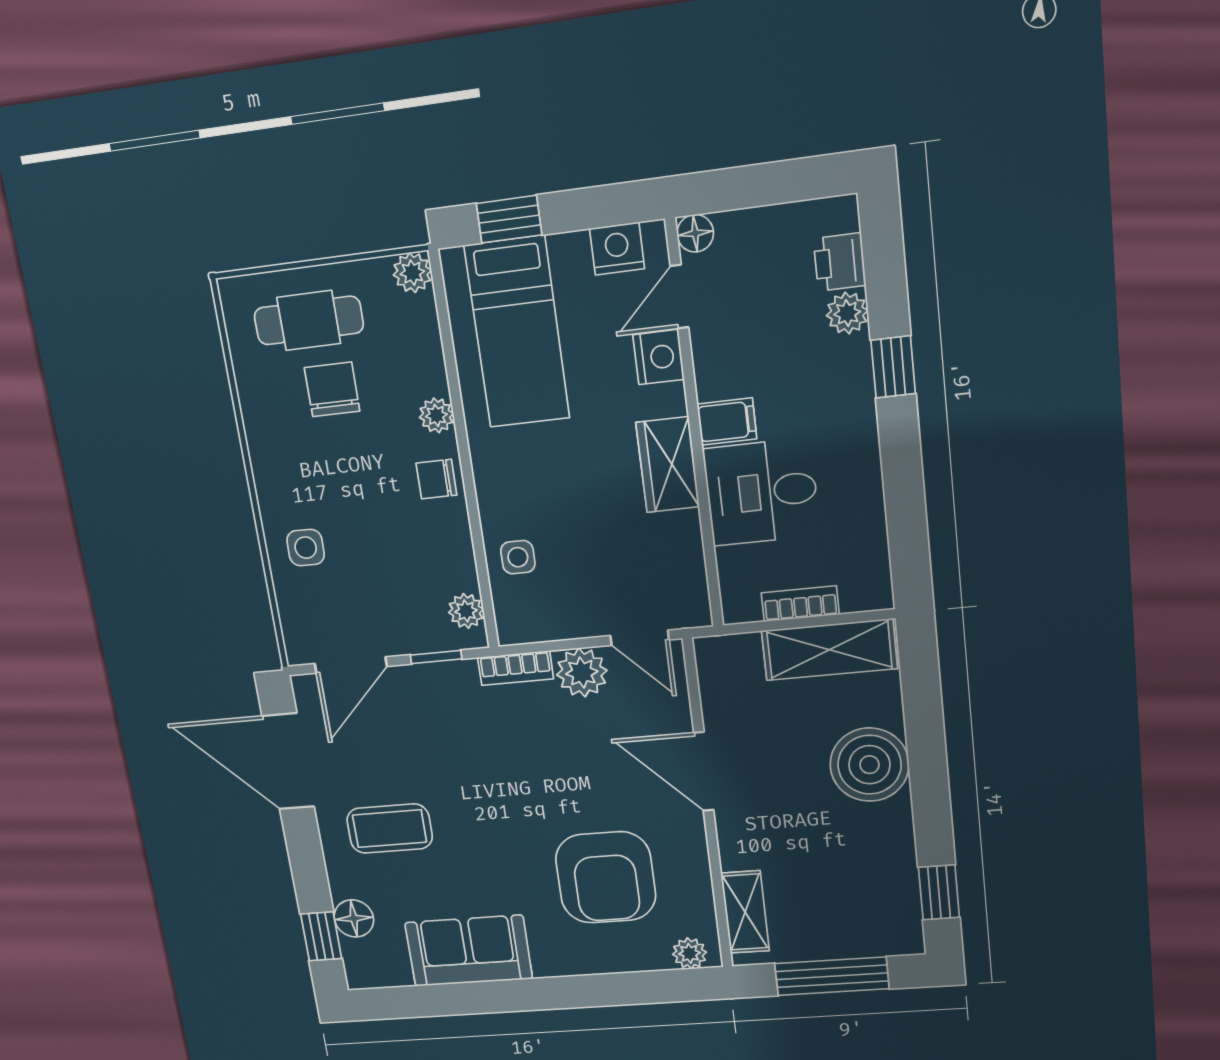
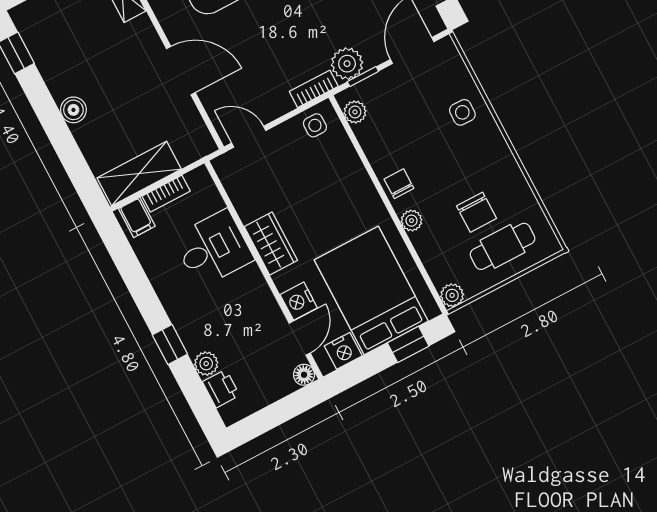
bed: (517, 332) -> (371, 290), width x1.50
filing cabinet: (727, 422) -> (137, 217), moved, turned -90
chair: (436, 479) -> (399, 184), turned -90
side table: (518, 557) -> (315, 125), moved
plant: (582, 673) -> (347, 64), moved
boiler: (869, 765) -> (73, 110), width x0.54, depth x0.54

